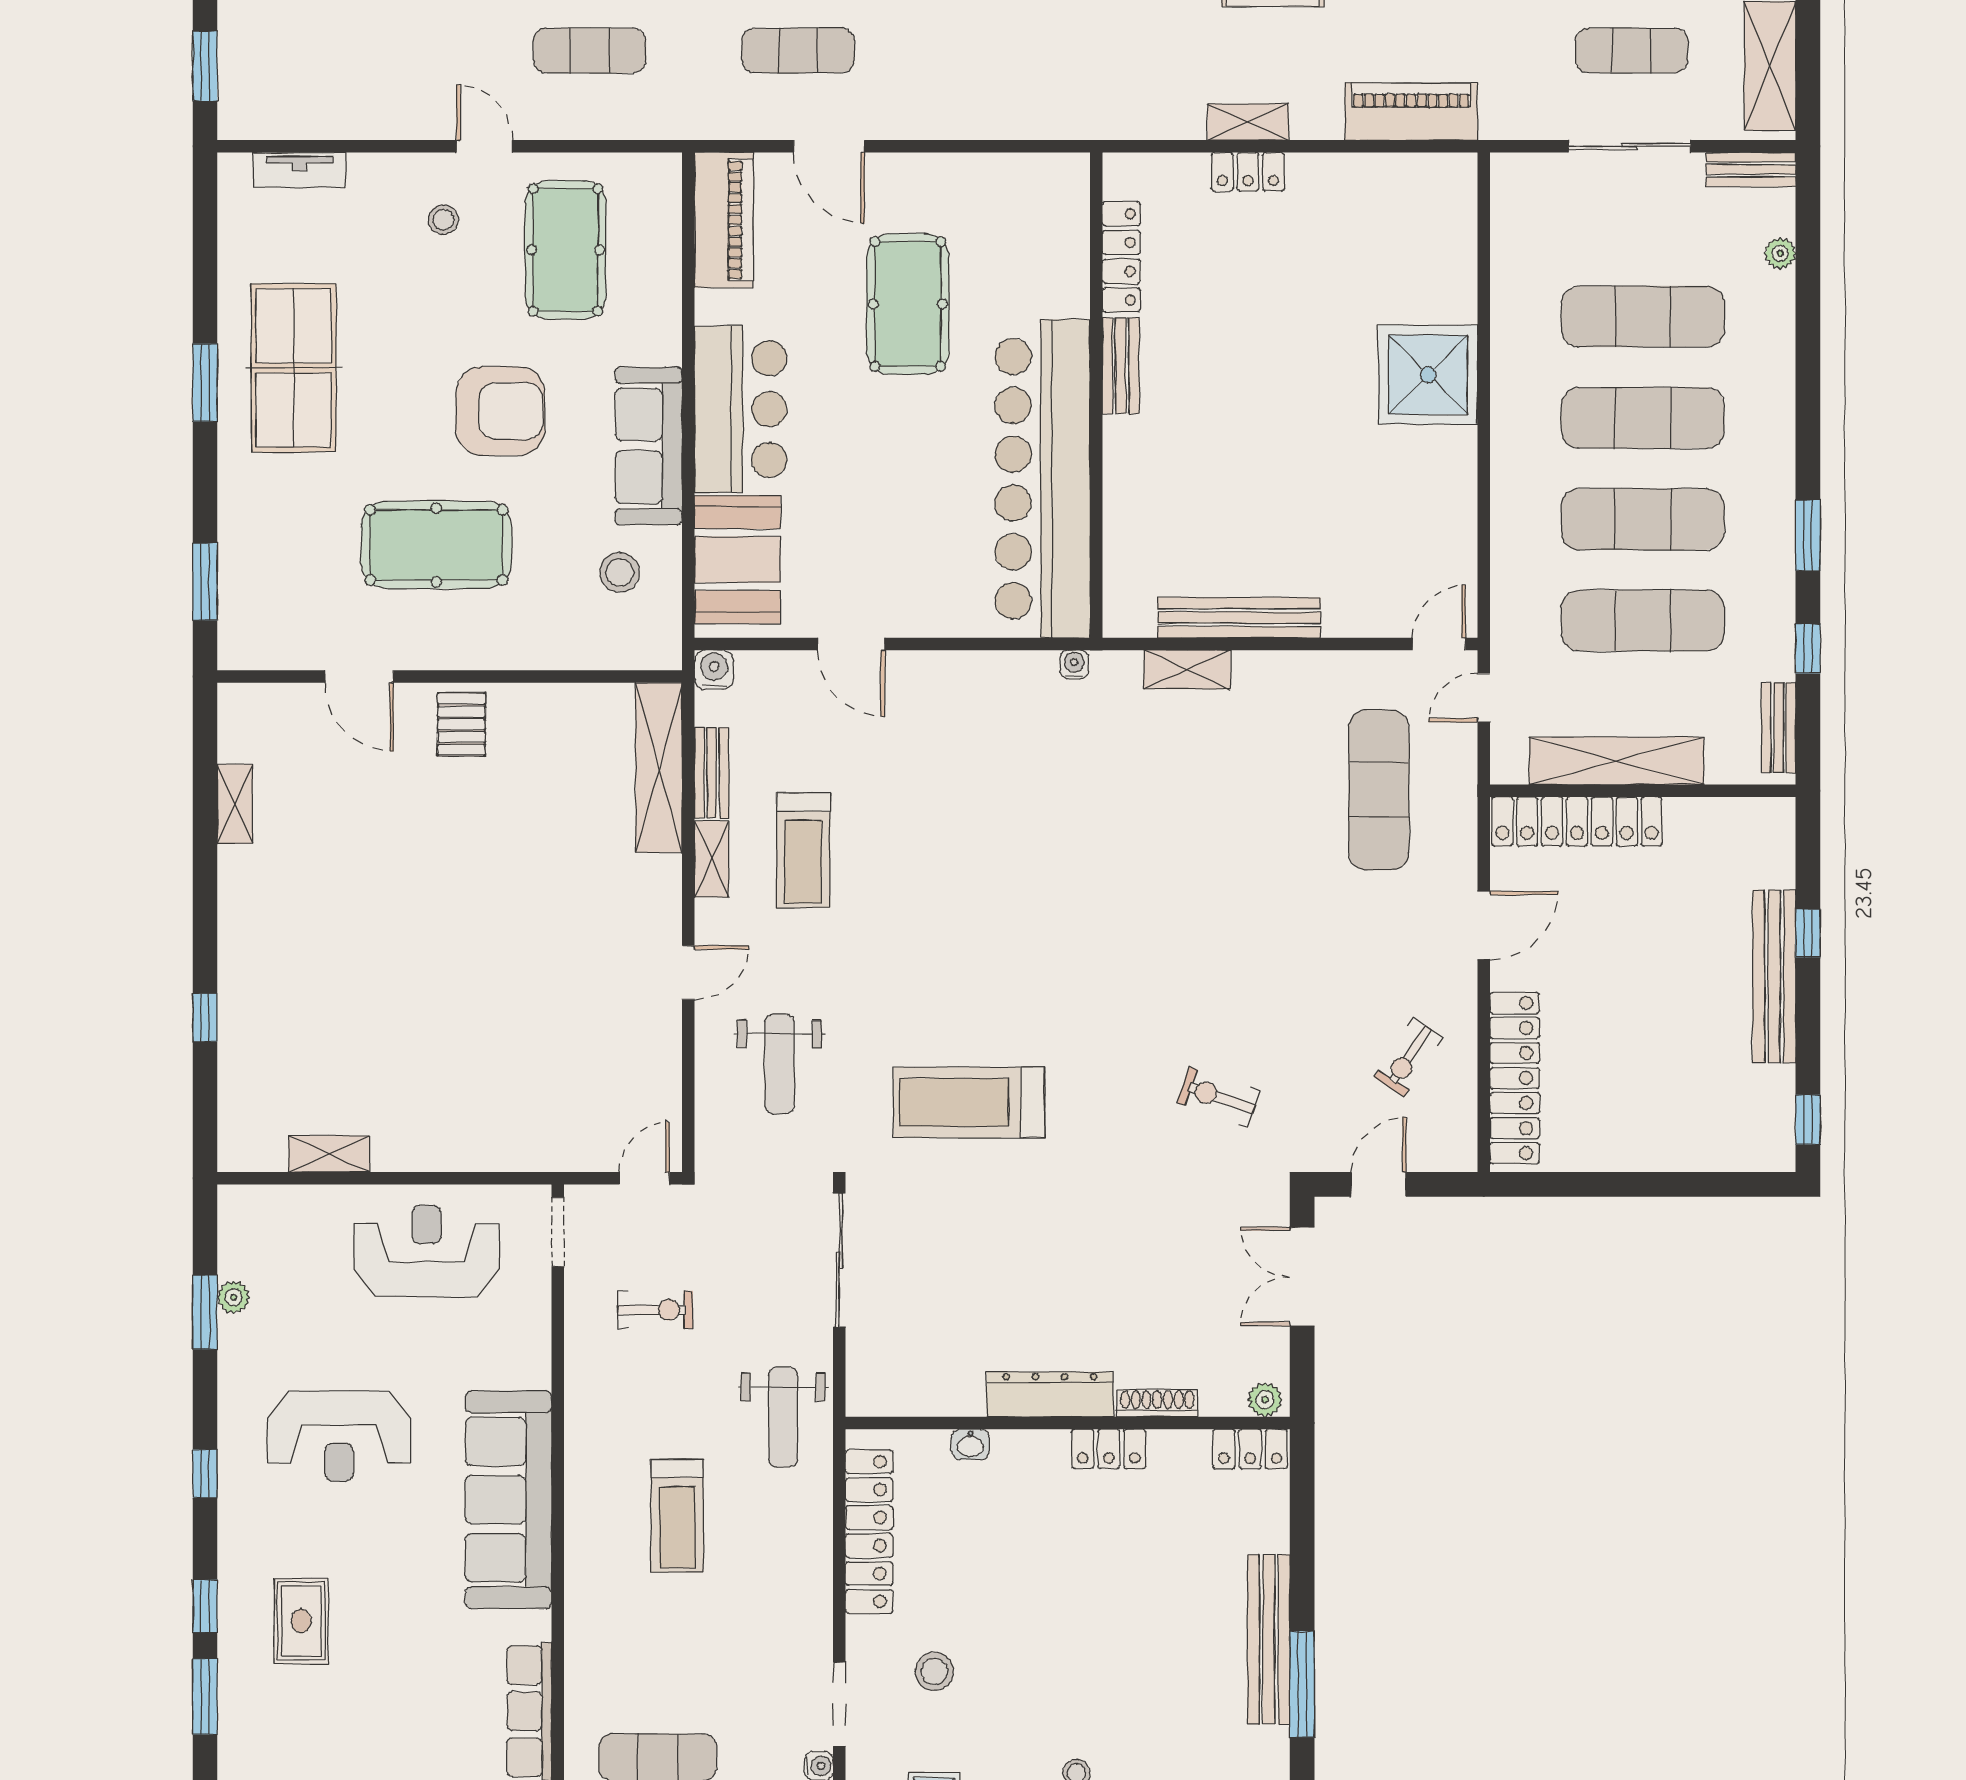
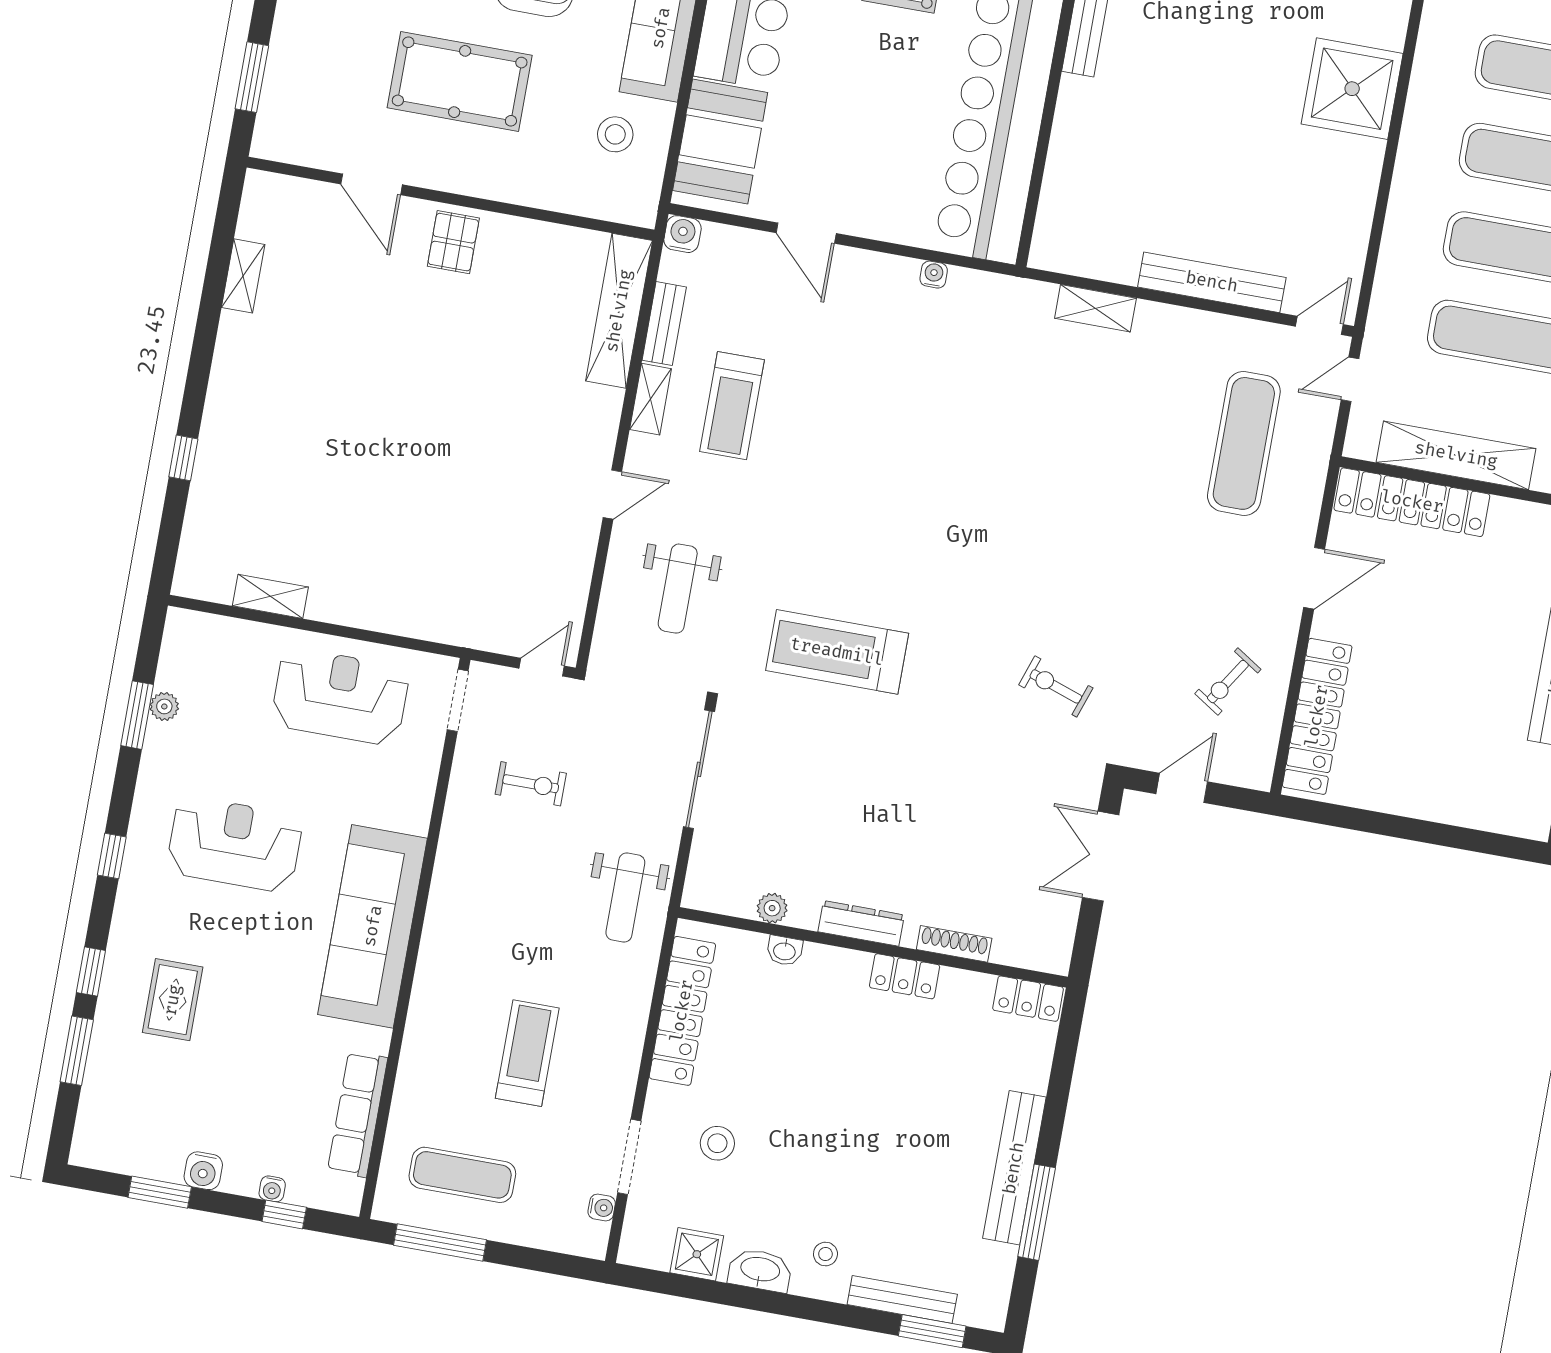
bench: (1239, 618) -> (1212, 282), moved
water cooler: (1074, 664) -> (934, 275), moved
dresser: (1050, 1394) -> (861, 923), width x0.73, depth x0.80
plant: (1265, 1400) -> (772, 908), moved
reception desk: (339, 1436) -> (235, 844), turned 180
treadmill: (677, 1516) -> (527, 1053), moved, turned 180

